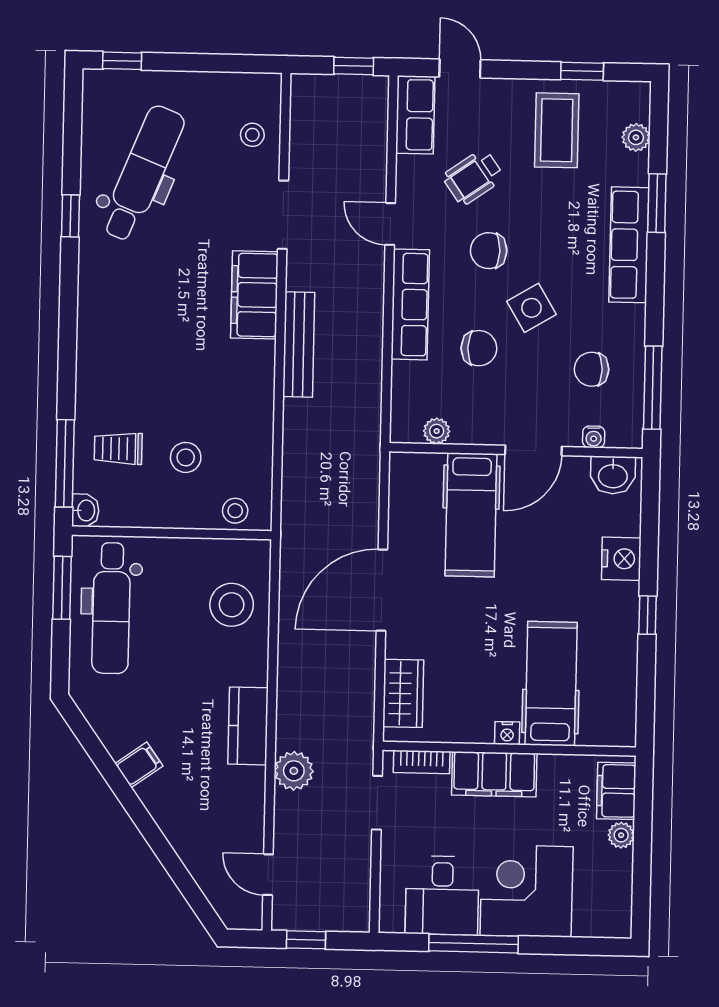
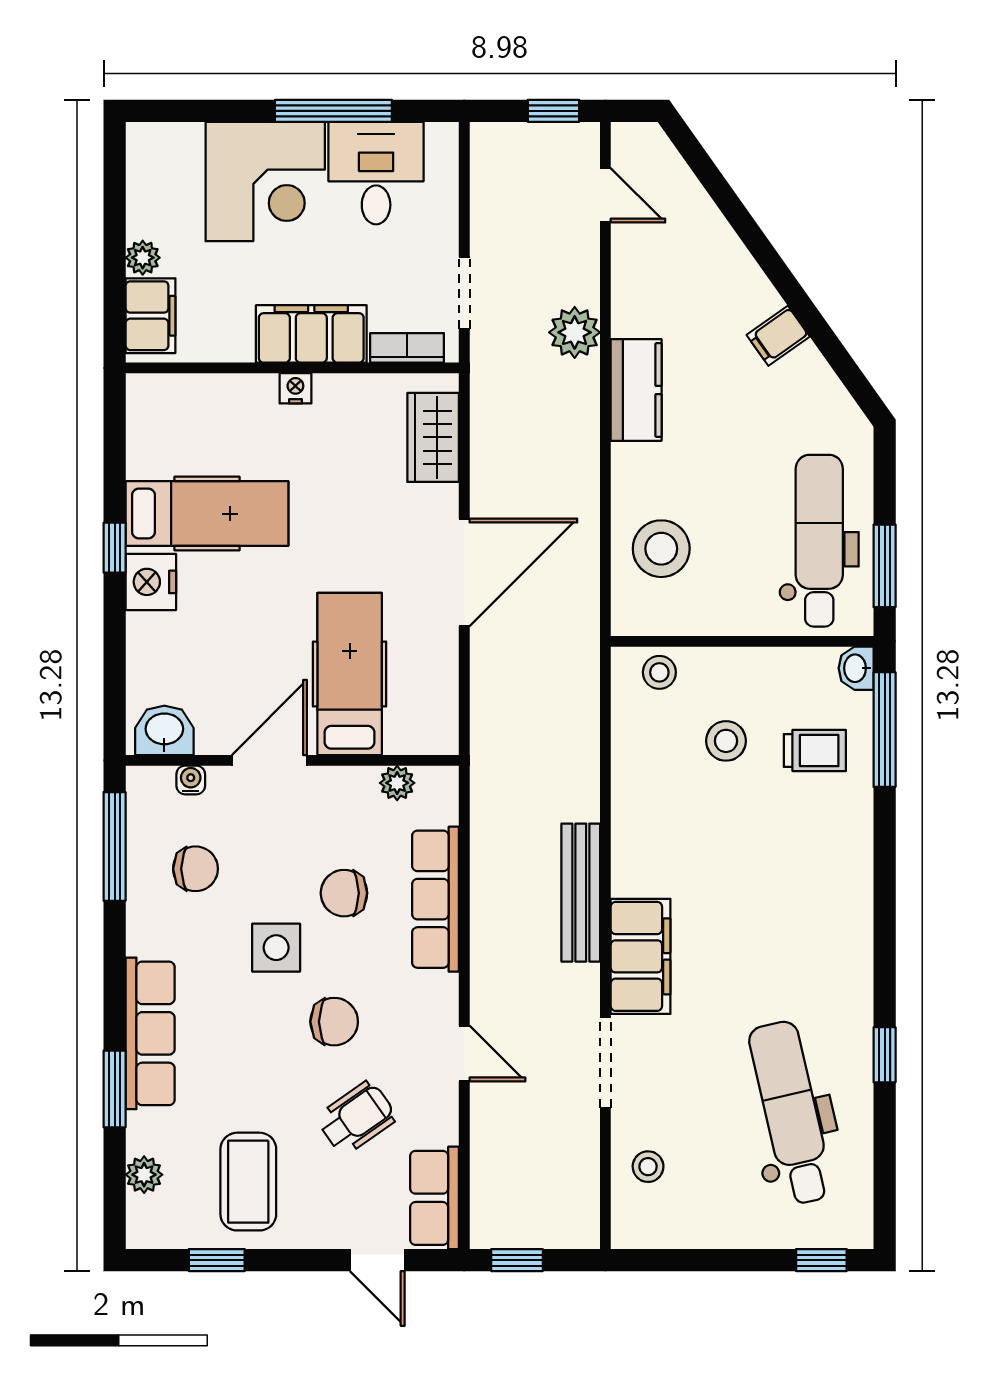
dental chair: (143, 173) -> (791, 1113), turned 145
row of seats: (410, 304) -> (436, 899), moved
side table: (531, 308) -> (276, 948), turned 31
nightstand: (621, 559) -> (151, 582), moved
hospital bed: (551, 684) -> (207, 514), moved, turned -90

